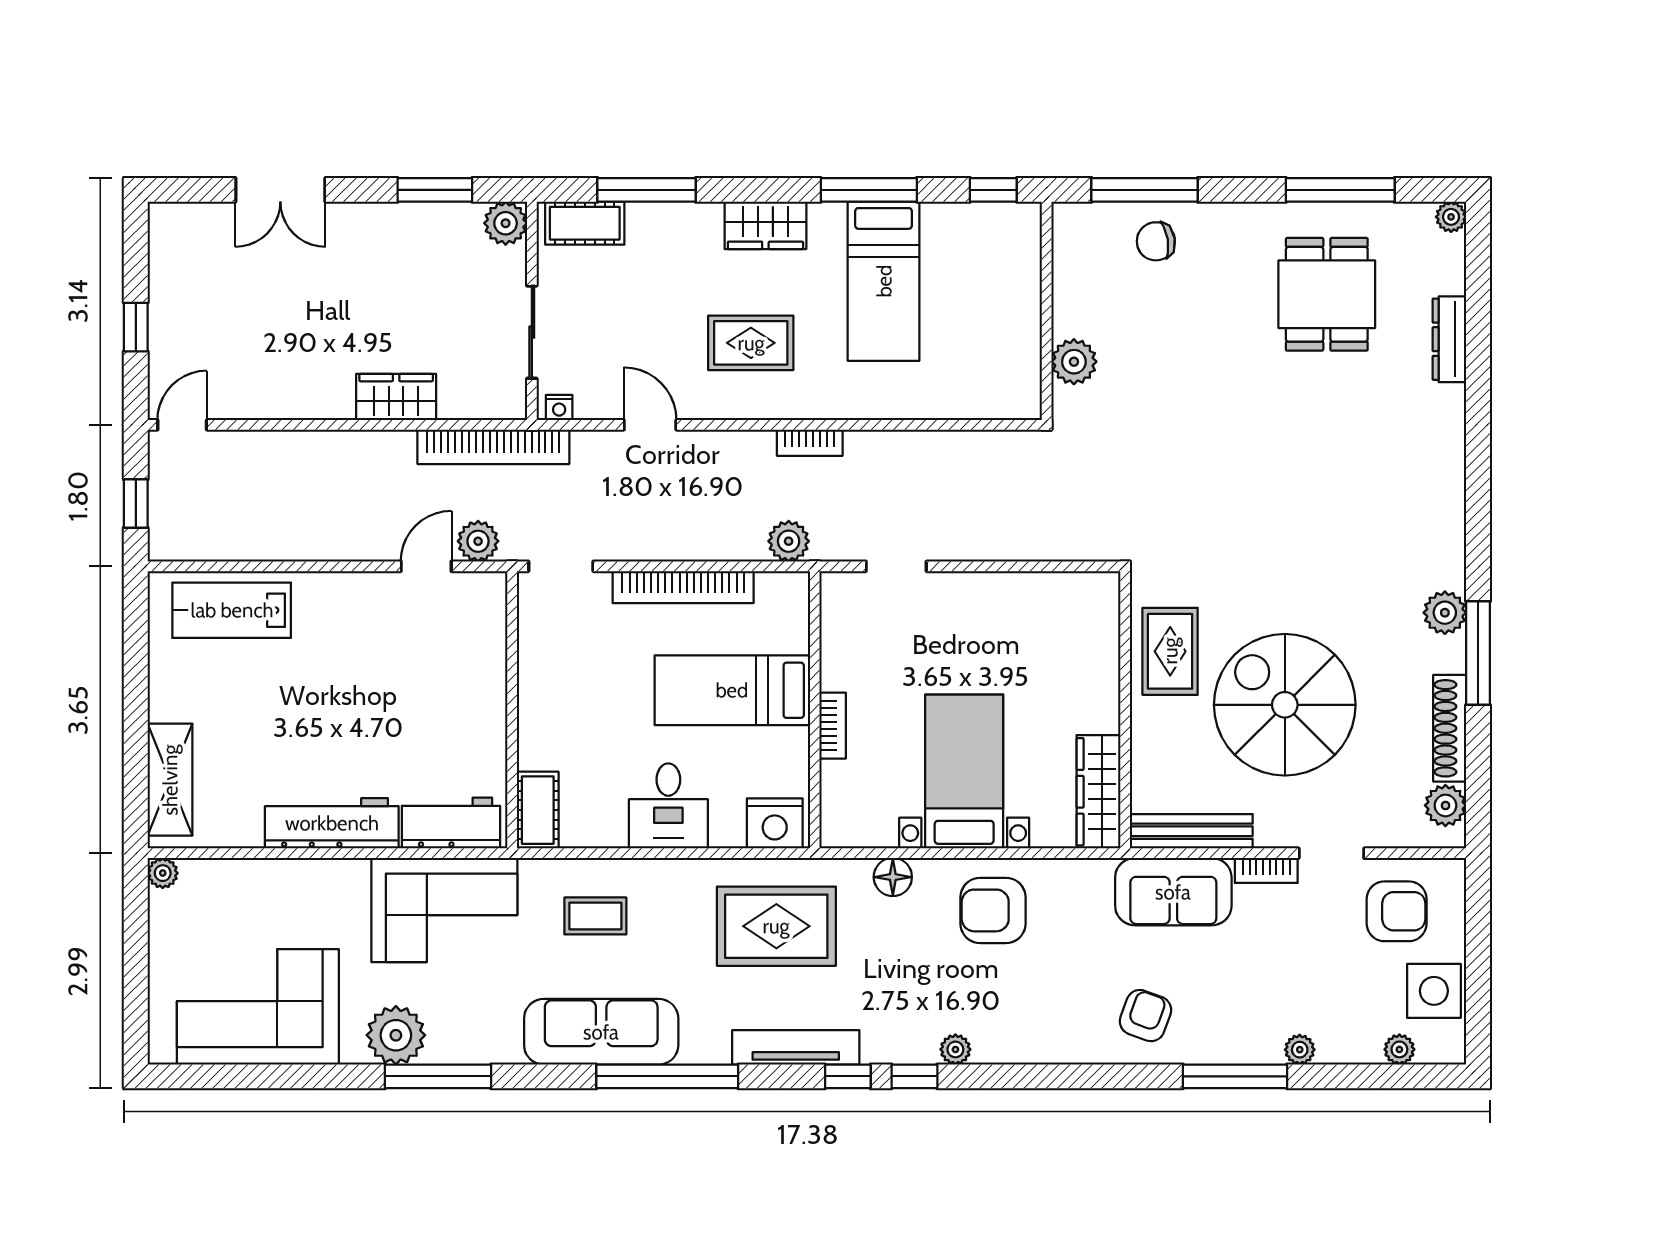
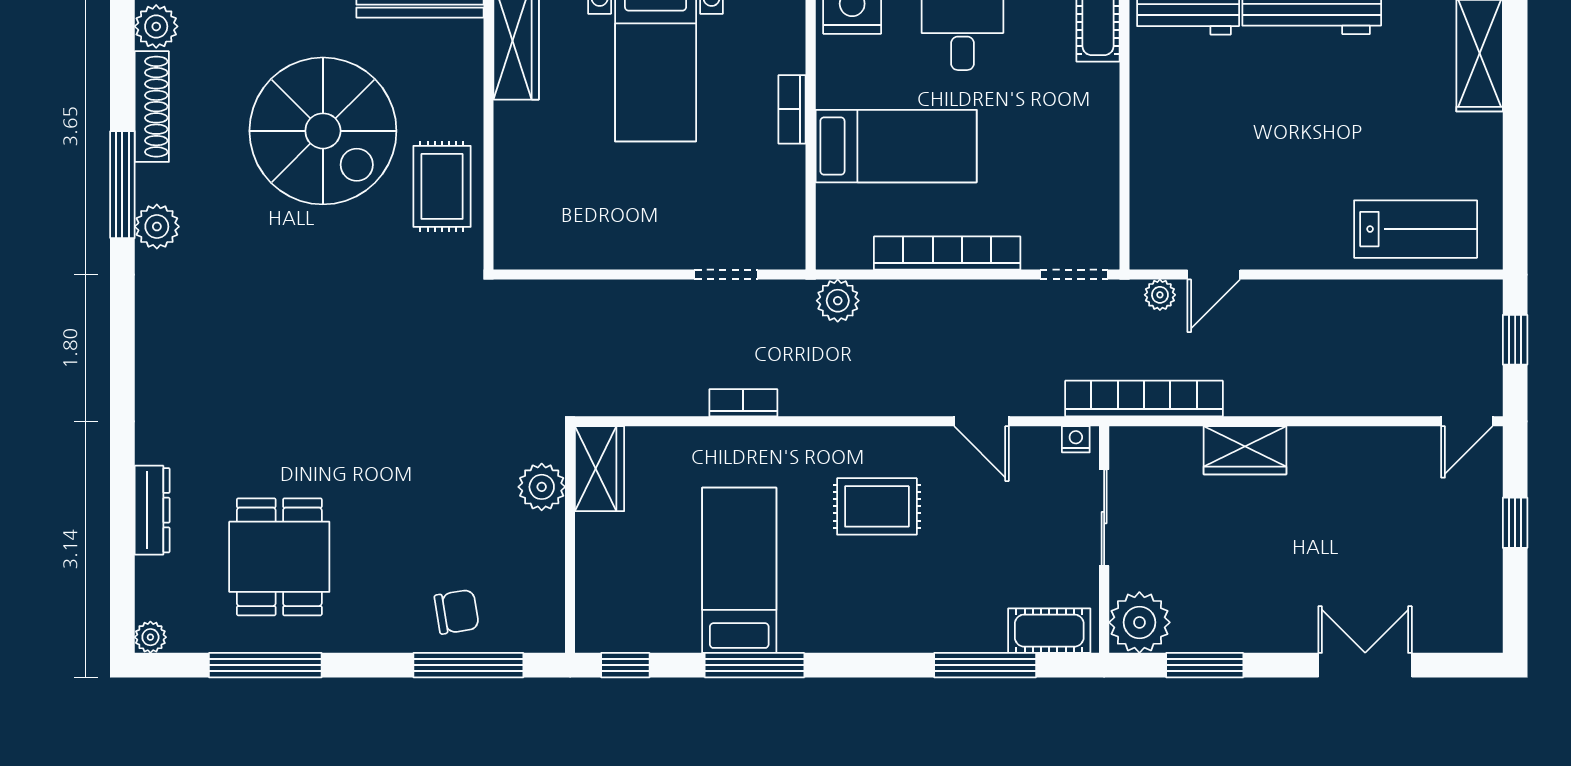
plant: (506, 223) -> (1139, 622), width x1.36, depth x1.36
wardrobe: (765, 225) -> (600, 469), moved, turned 90
bookcase: (810, 443) -> (743, 403), moved
plant: (478, 541) -> (1160, 295), width x0.73, depth x0.73

